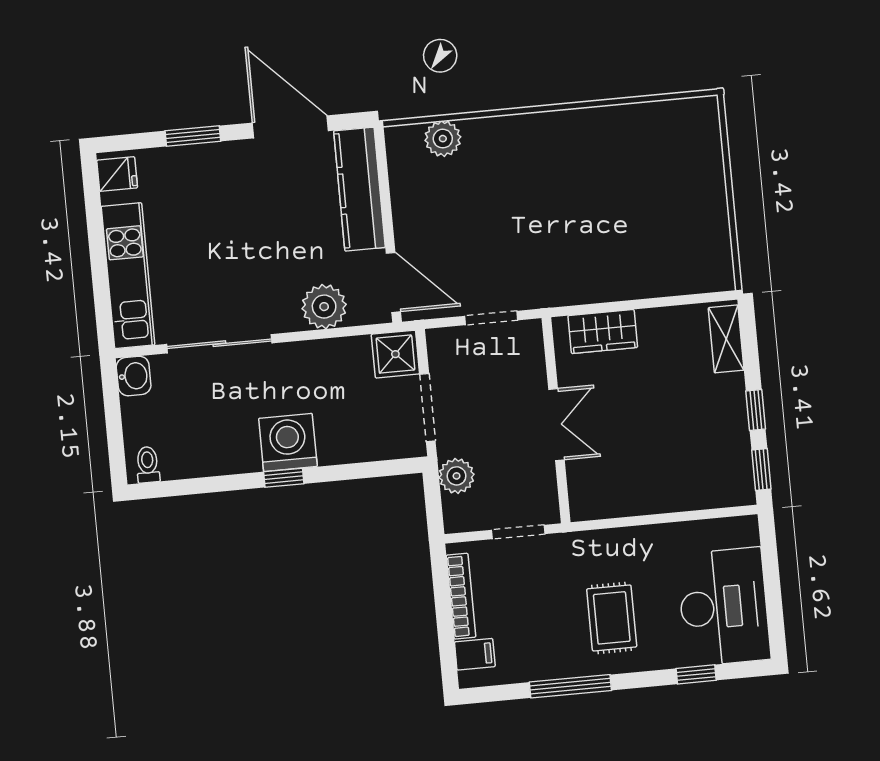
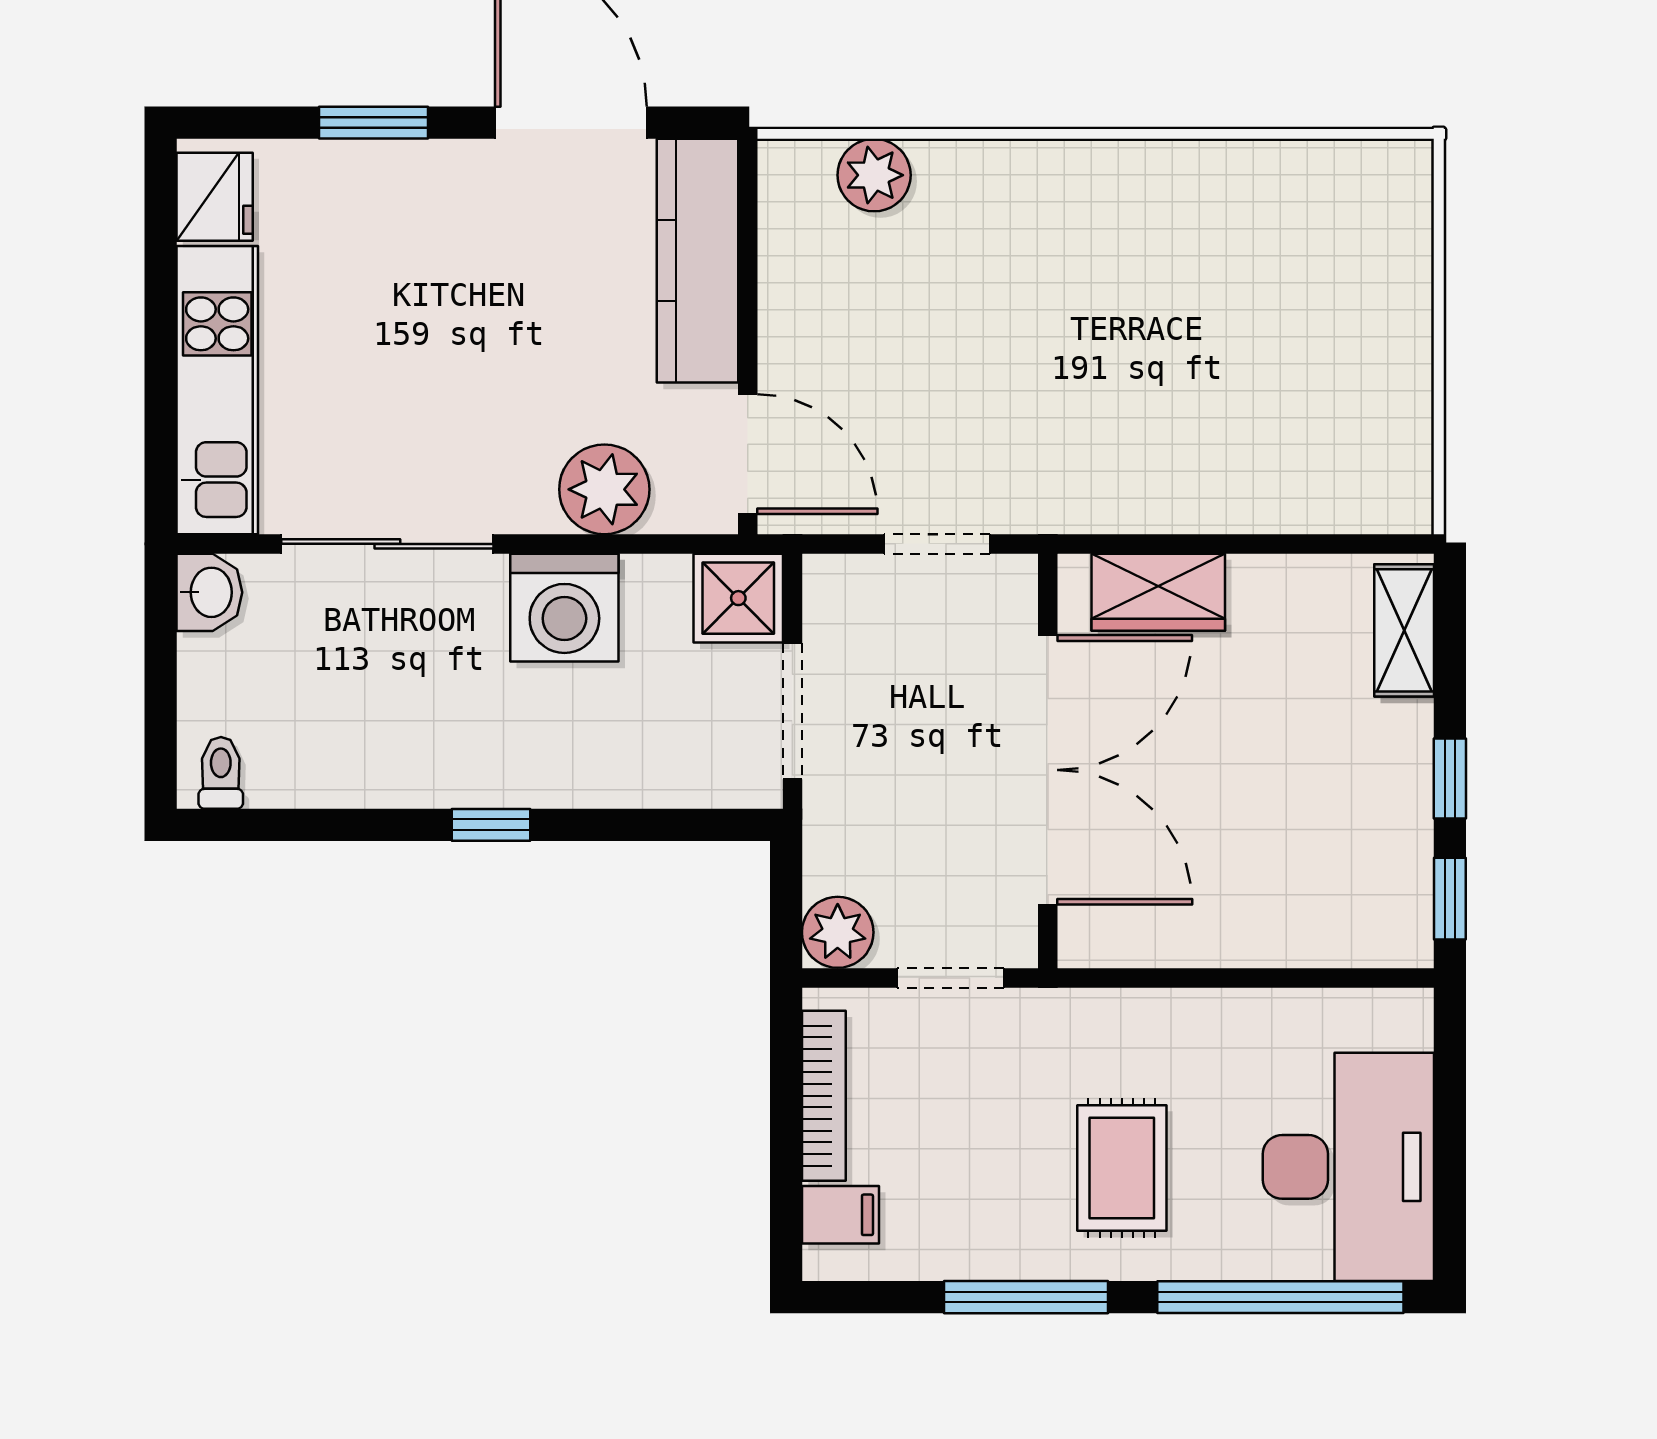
fridge: (117, 174) -> (215, 197), width x1.38
double door: (556, 425) -> (1048, 770), width x1.87
washing machine: (288, 442) -> (564, 608), moved, turned 180
plant: (457, 476) -> (838, 932), moved
window: (696, 674) -> (1280, 1297), width x3.17

